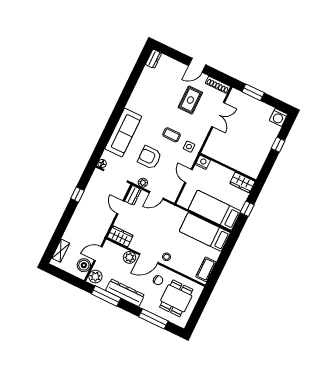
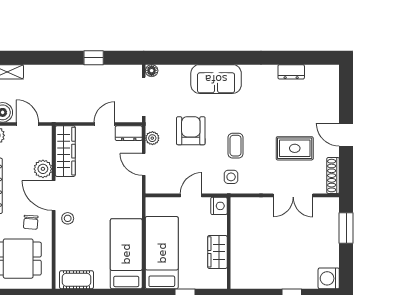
dresser: (154, 59) -> (291, 72), moved
sofa: (123, 133) -> (216, 79), width x0.73
wardrobe: (242, 182) -> (217, 252), moved
wardrobe: (120, 236) -> (65, 151), width x1.50

